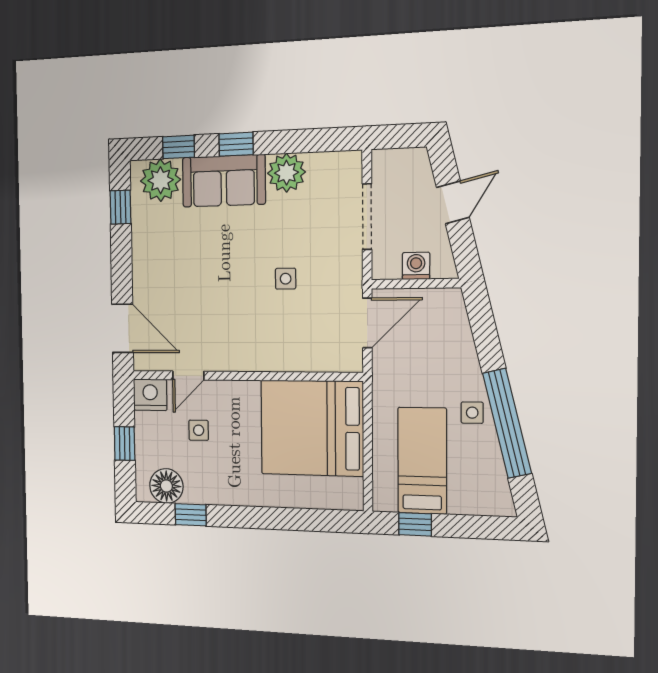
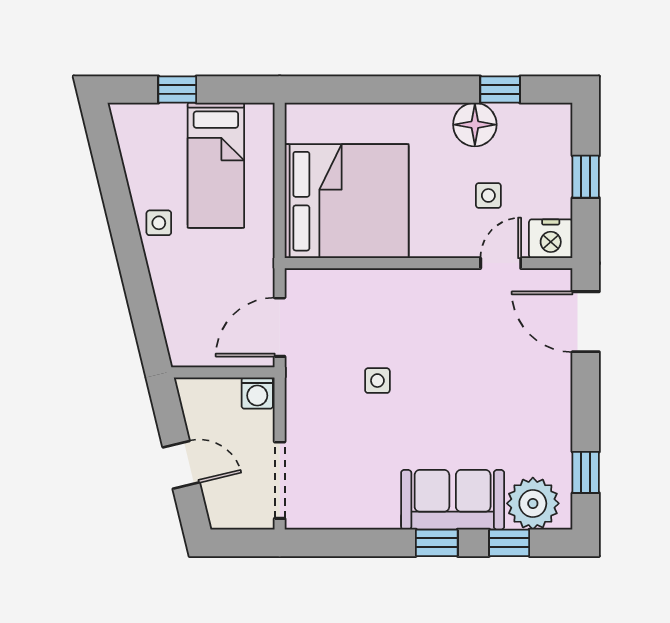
plant: (286, 173) -> (375, 506), removed
door: (453, 202) -> (181, 465), swing flipped
doorway: (367, 217) -> (280, 480), moved
washing machine: (416, 266) -> (257, 393), moved
window: (507, 423) -> (120, 211), removed
floor lamp: (166, 486) -> (475, 125), moved
window: (415, 524) -> (177, 90), moved

